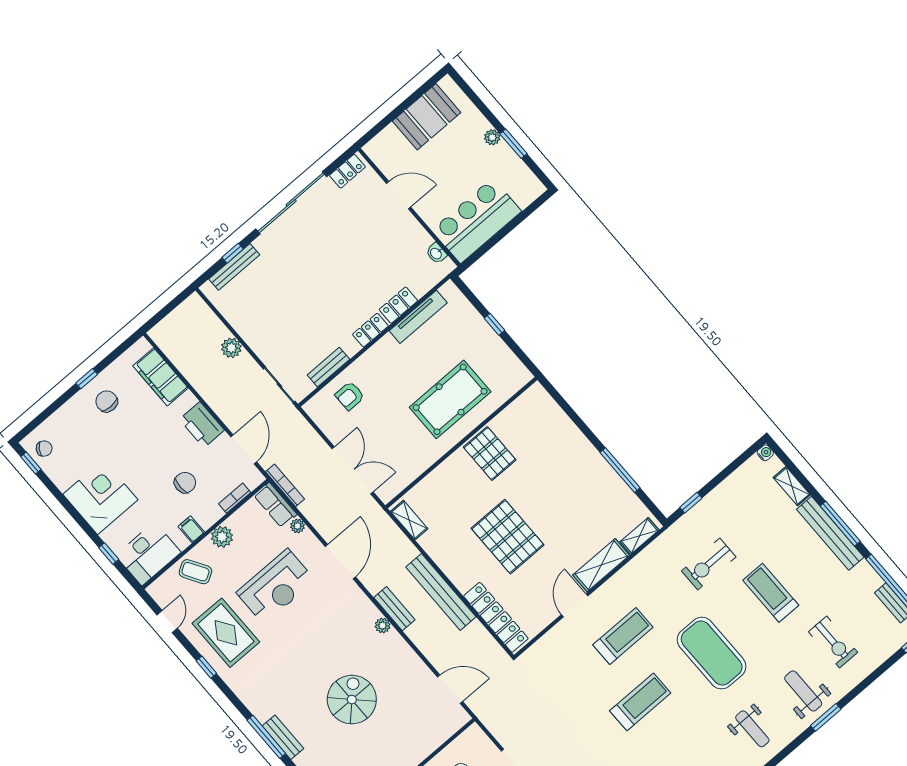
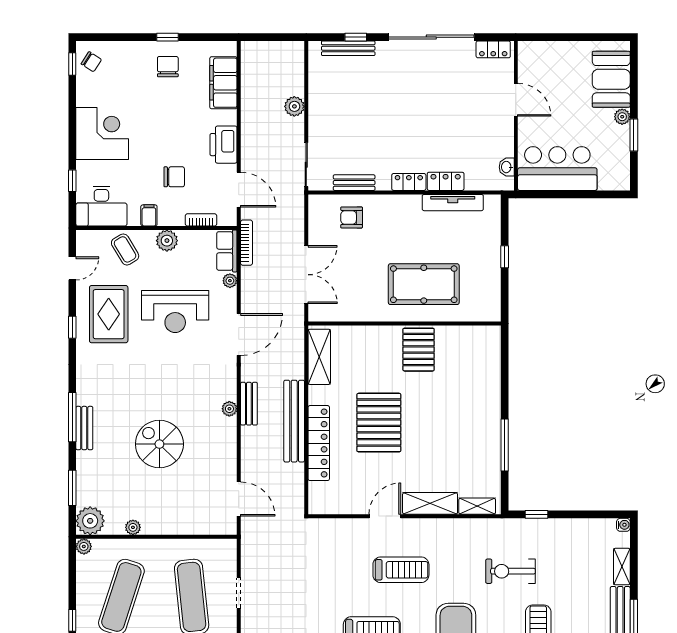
booth: (427, 117) -> (611, 79), moved, turned 90
door: (244, 449) -> (239, 190), hinge flipped
shelving: (409, 520) -> (319, 357), width x1.50, depth x1.33
locker: (496, 617) -> (319, 443), moved
spiral stairs: (352, 700) -> (159, 444), turned -90

